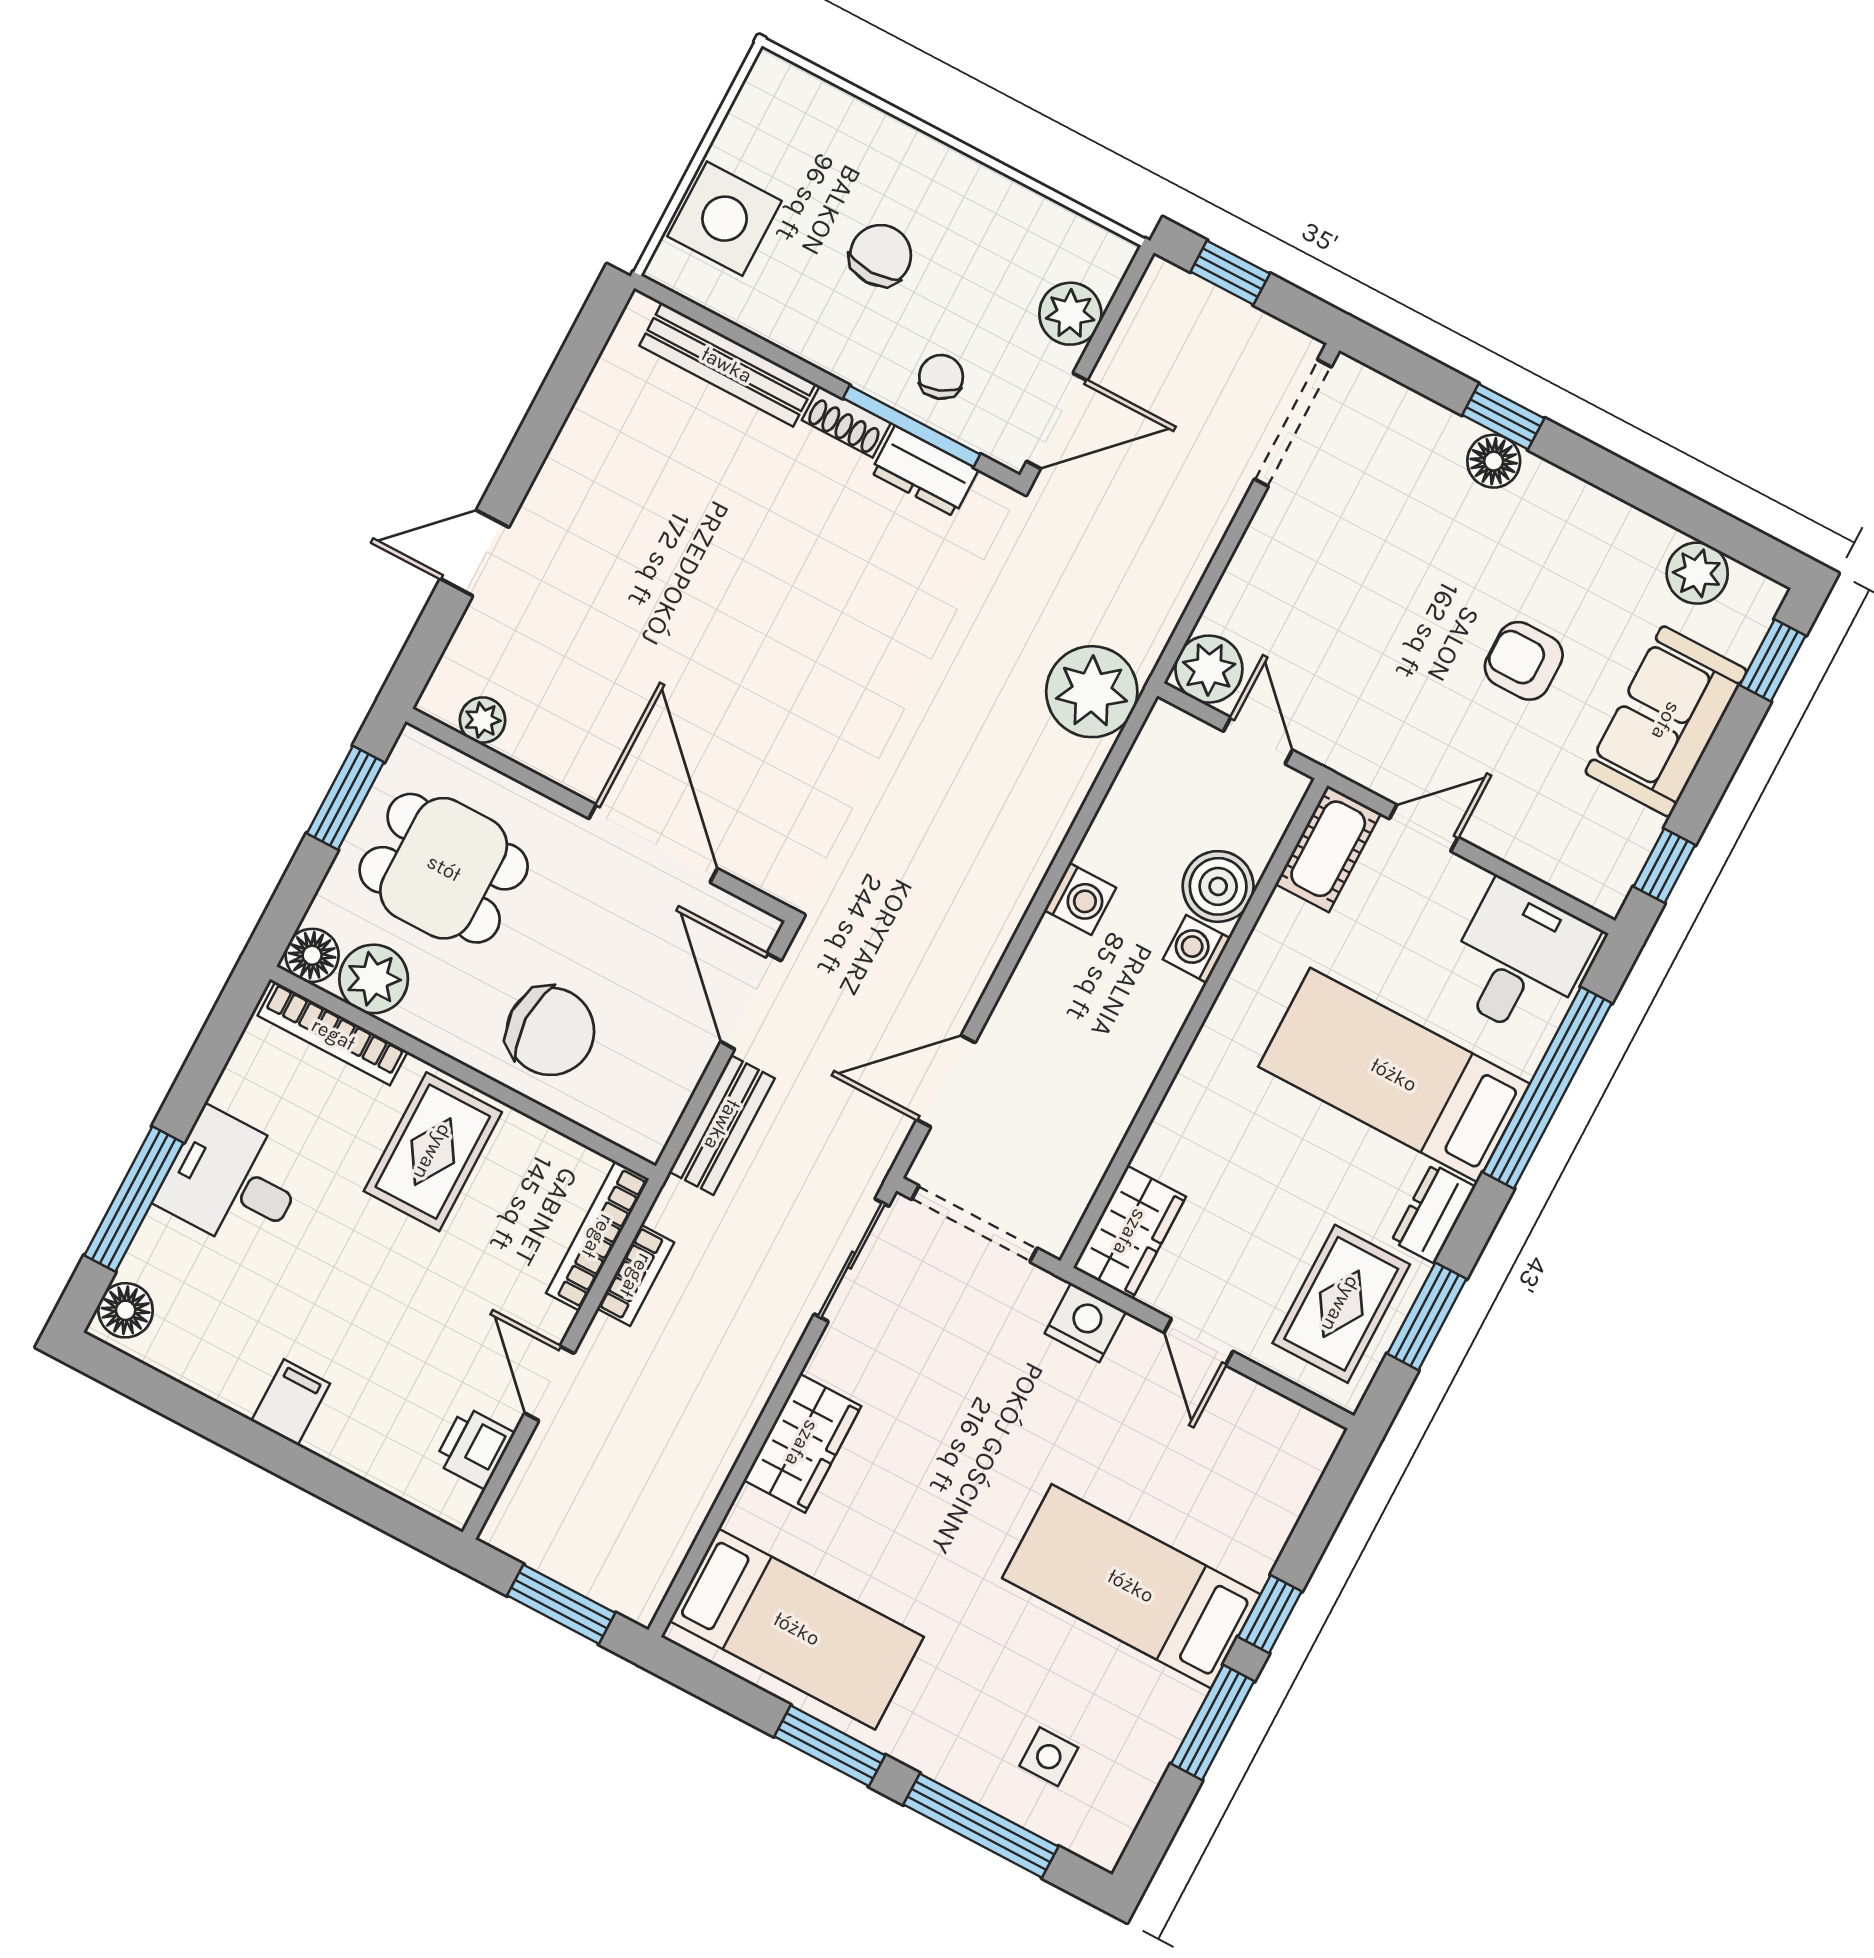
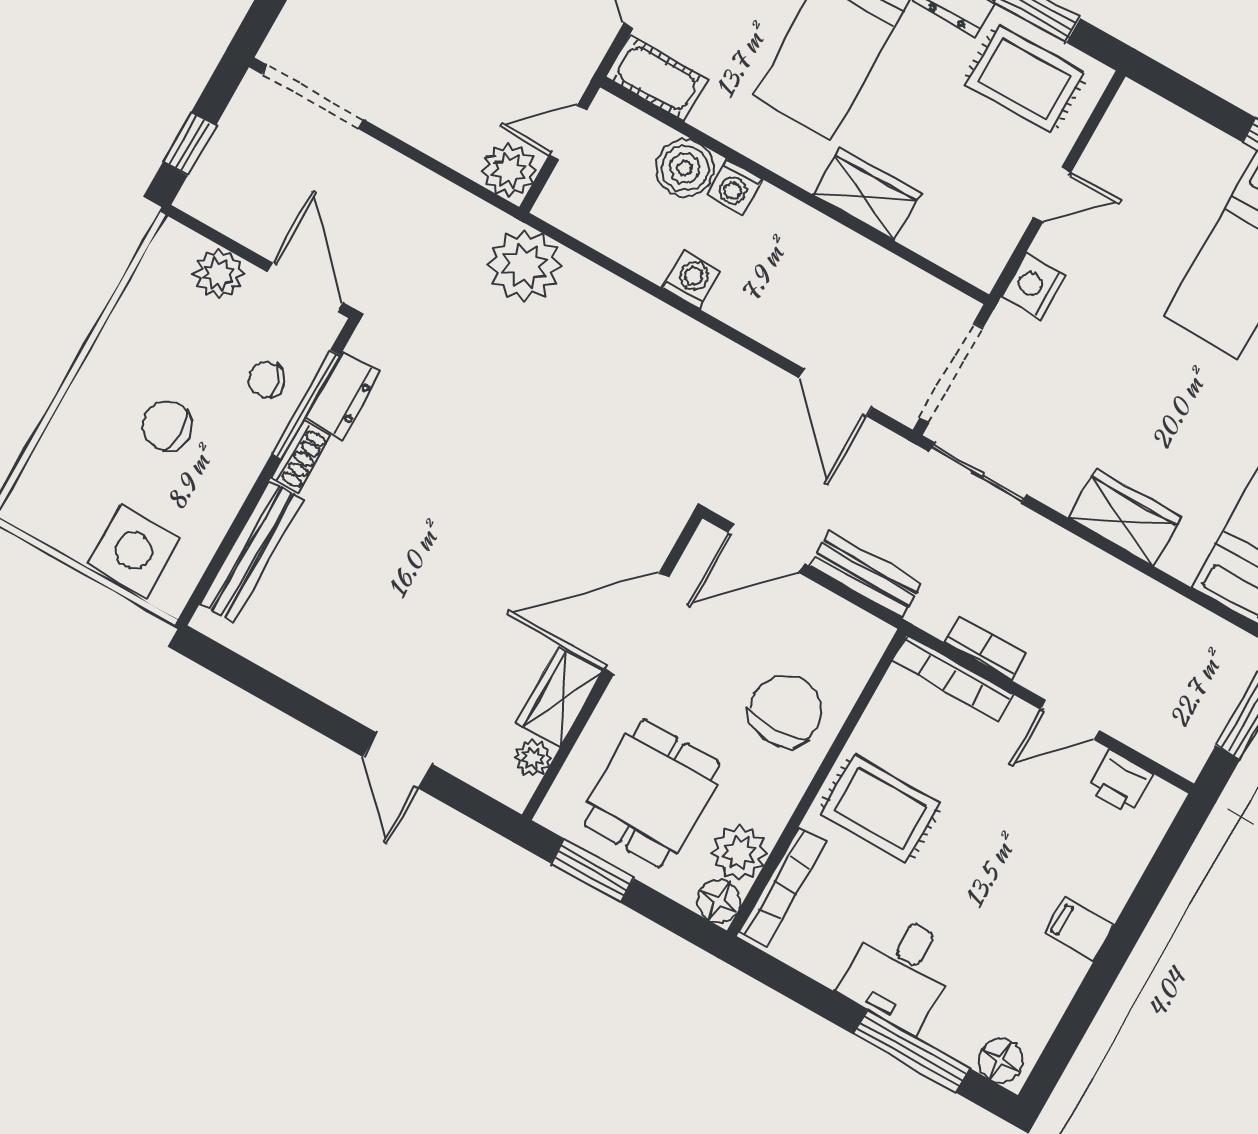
wardrobe: (559, 750) -> (559, 697), added
wardrobe: (1130, 1232) -> (867, 194), moved

